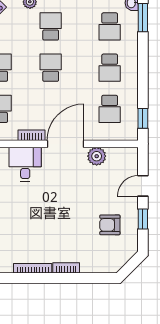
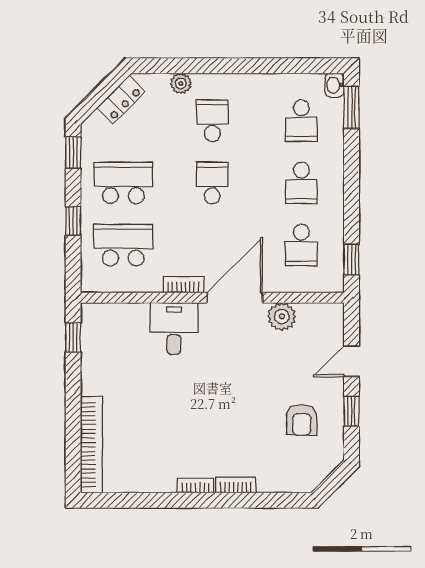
armchair: (110, 225) -> (302, 420), turned -90
bookcase: (33, 268) -> (195, 486), width x0.64

